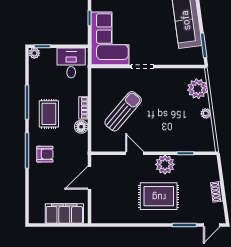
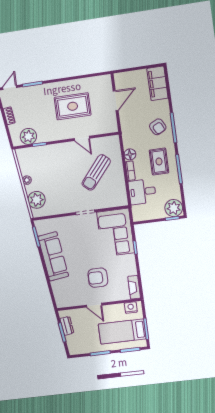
plant: (34, 53) -> (174, 208), width x1.88, depth x1.88
desk: (71, 63) -> (142, 192), moved, turned 90
armchair: (45, 154) -> (158, 127), turned -117
plant: (165, 164) -> (28, 136), moved
door: (89, 178) -> (116, 101), moved
rug: (159, 196) -> (73, 106), moved
filing cabinet: (64, 214) -> (157, 83), moved, turned 90

